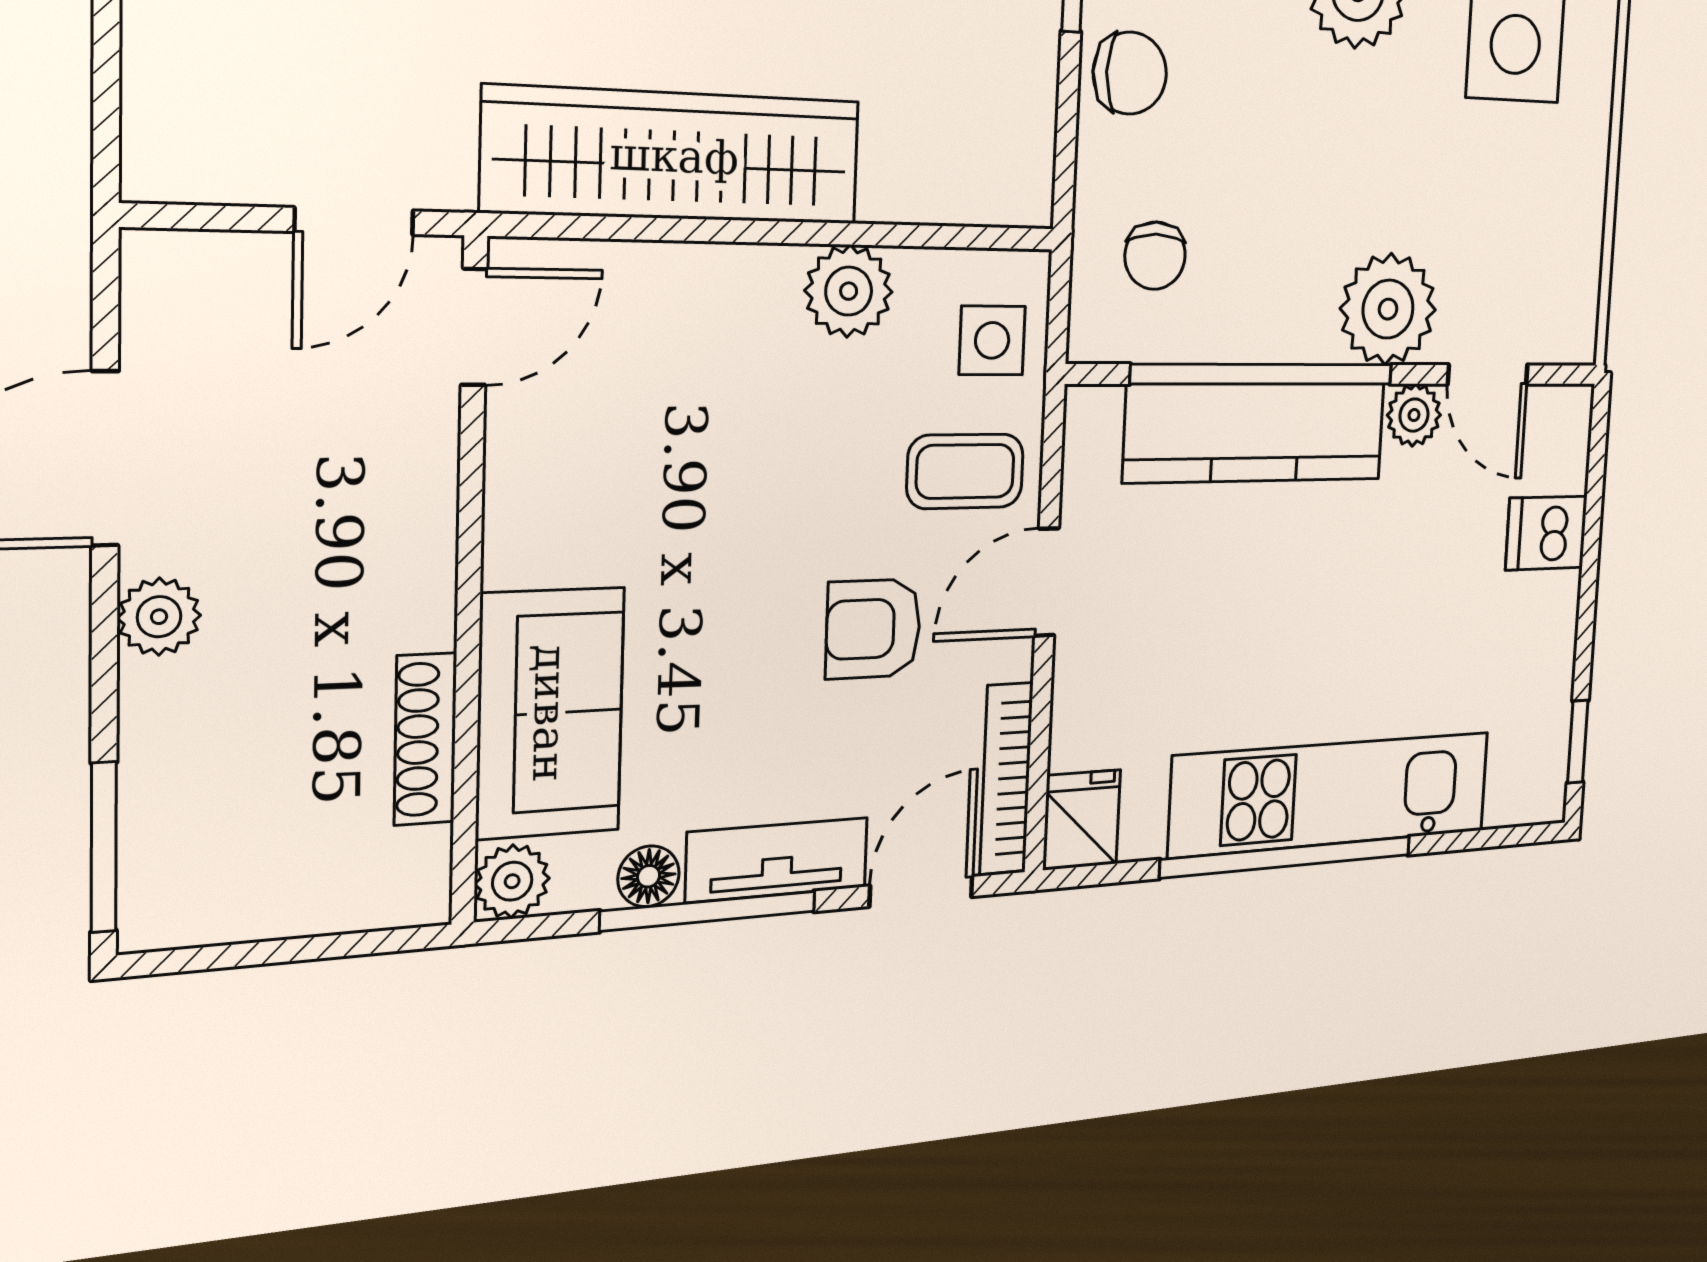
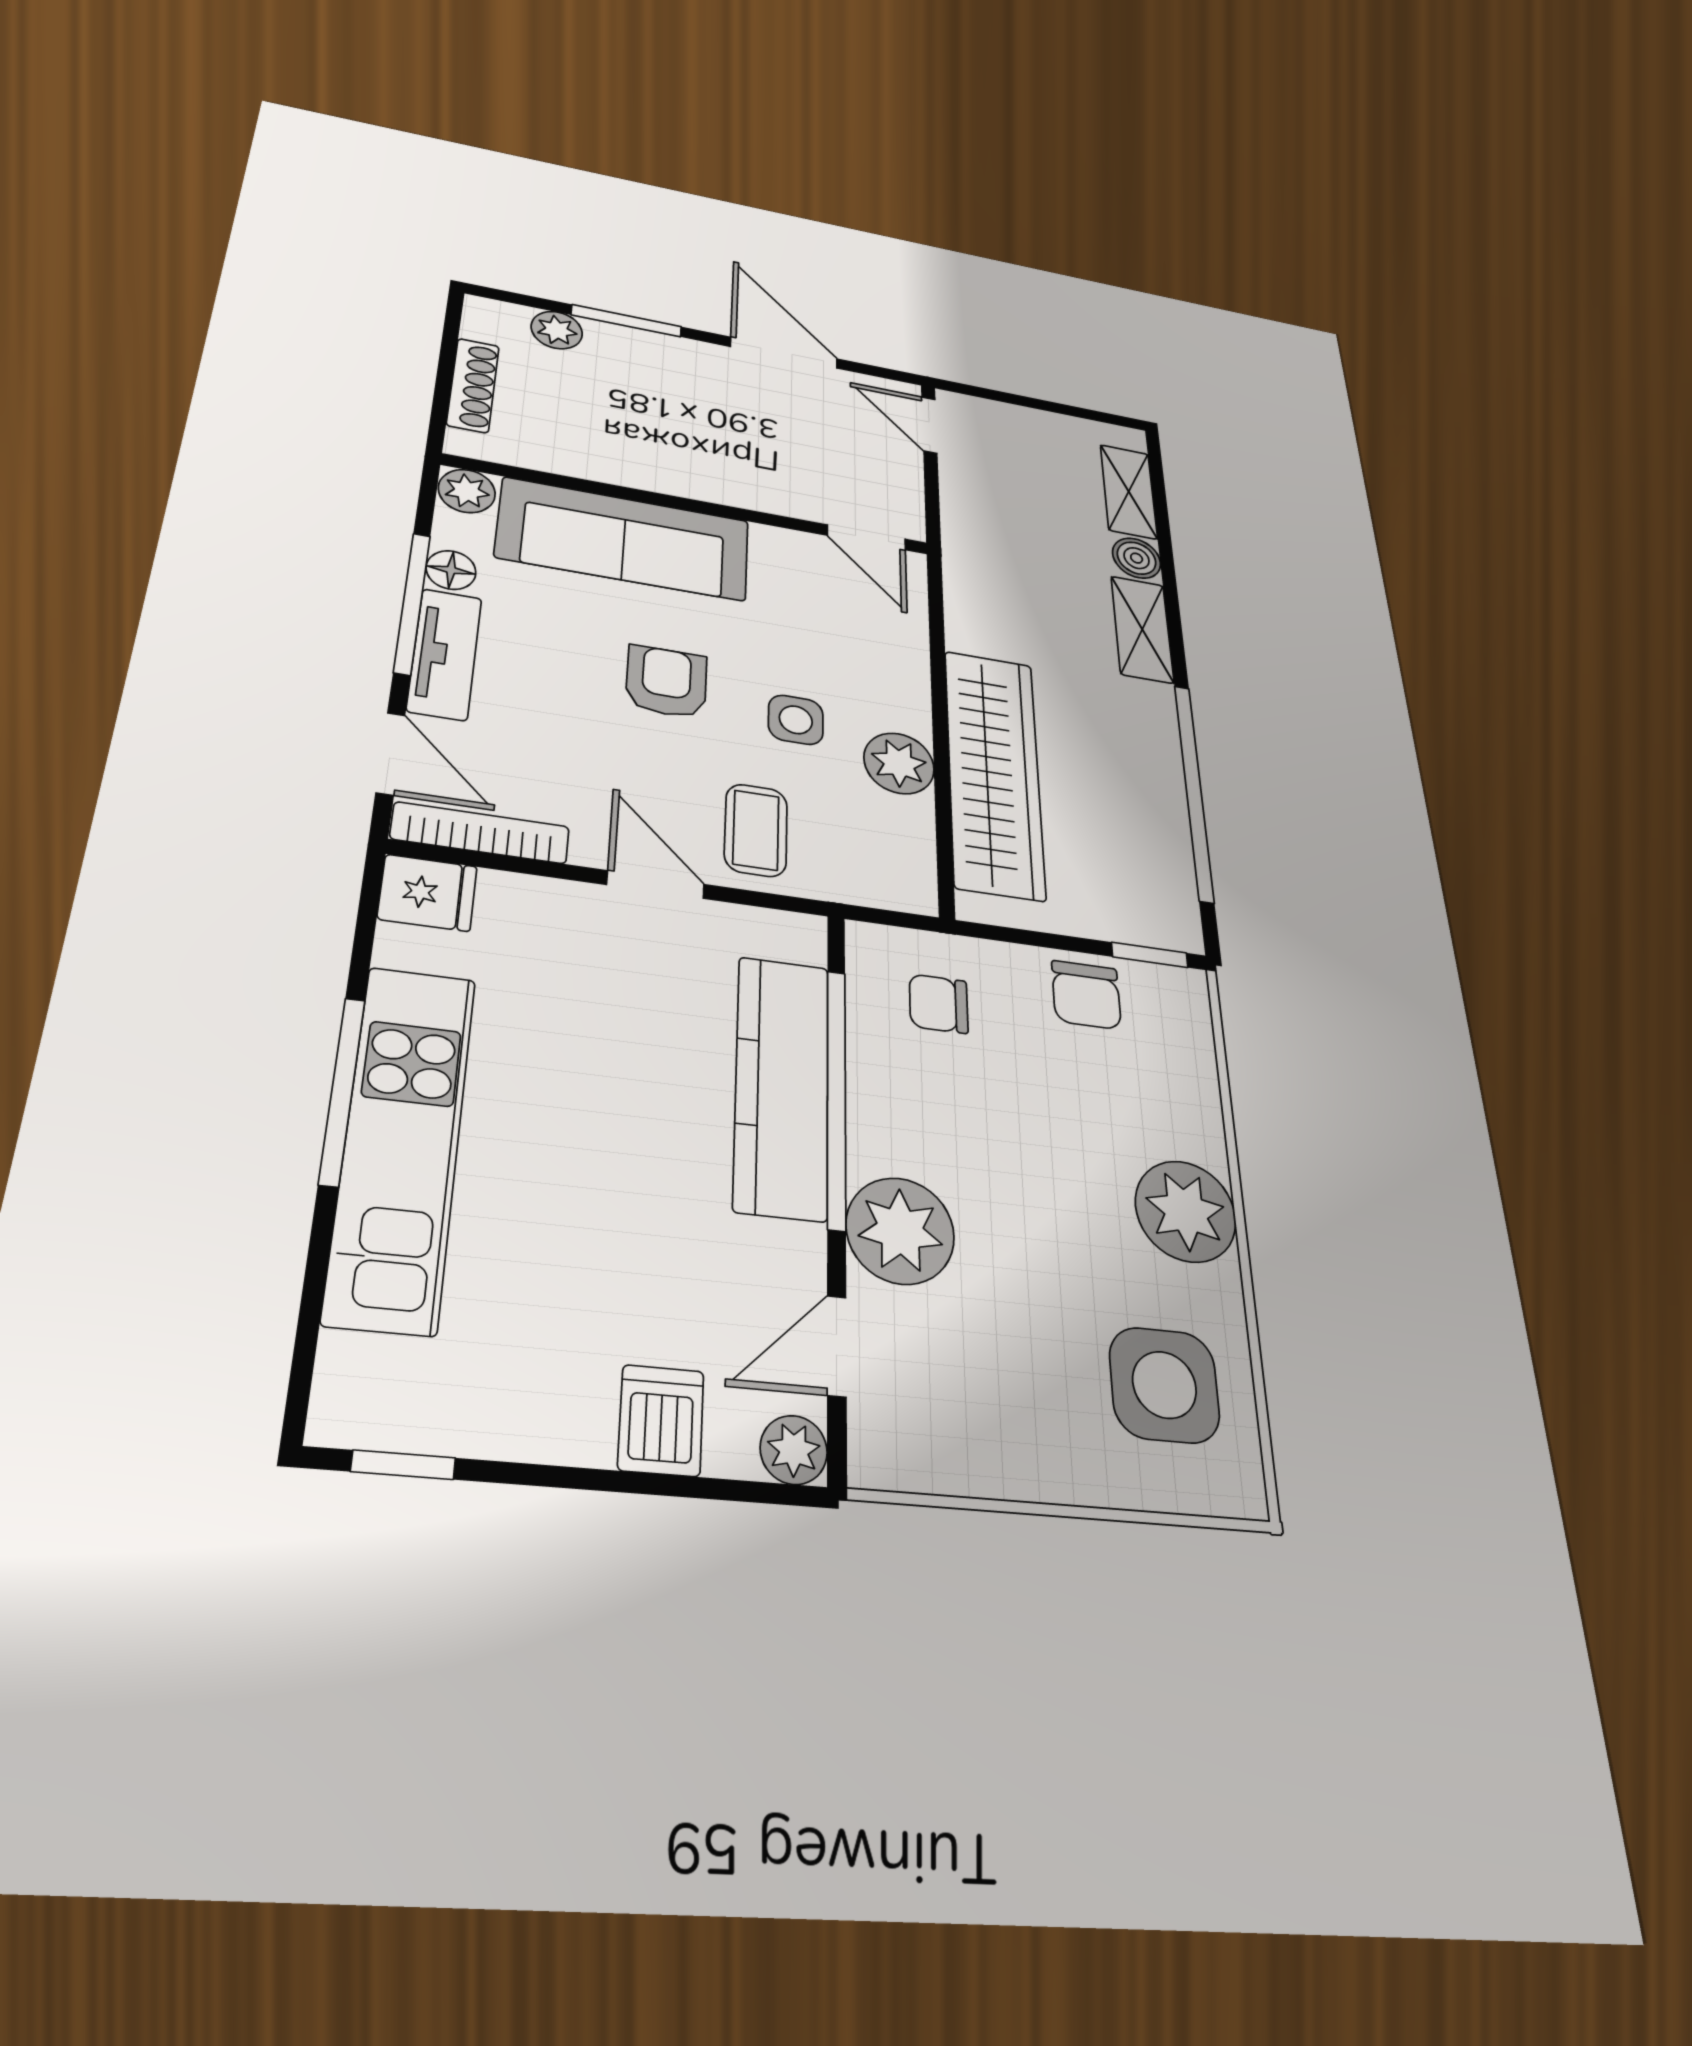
wardrobe: (674, 156) -> (994, 773), moved
door: (354, 221) -> (929, 425), moved
side table: (992, 340) -> (796, 720), moved
plant: (1414, 415) -> (794, 1450), moved
plant: (159, 617) -> (557, 330), moved
armchair: (873, 629) -> (666, 682), moved
sofa: (550, 713) -> (624, 539), width x1.36
shoe rack: (425, 739) -> (473, 385), moved, turned 90
window: (104, 847) -> (626, 321), moved
window: (1287, 857) -> (342, 1091), width x0.68

